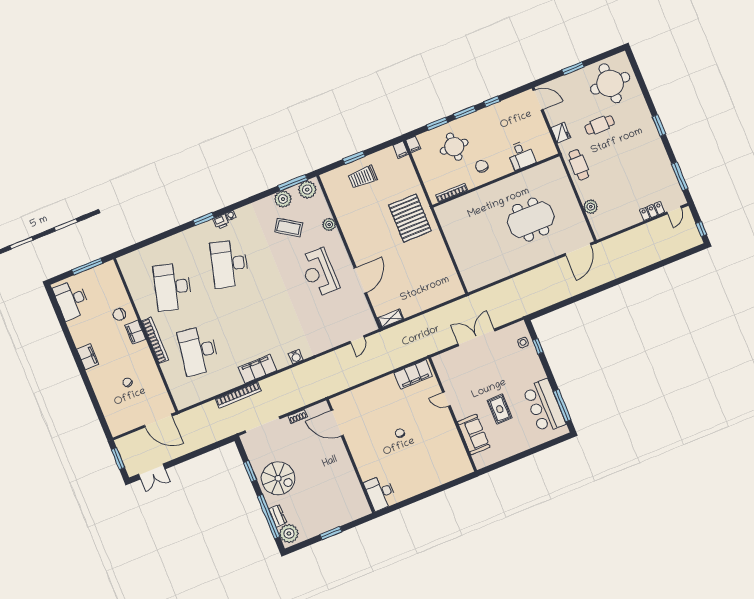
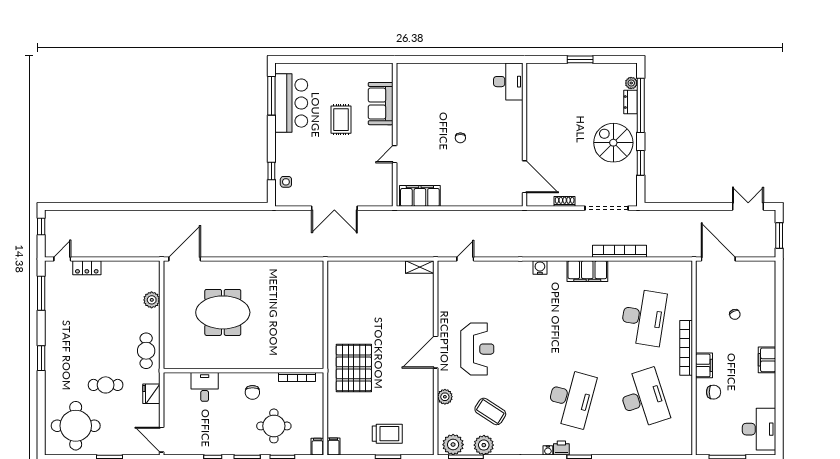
door: (360, 280) -> (436, 352), moved
desk: (172, 287) -> (643, 398), turned -33
door: (446, 399) -> (395, 154), swing flipped
plant: (289, 533) -> (631, 83), width x0.53, depth x0.53

